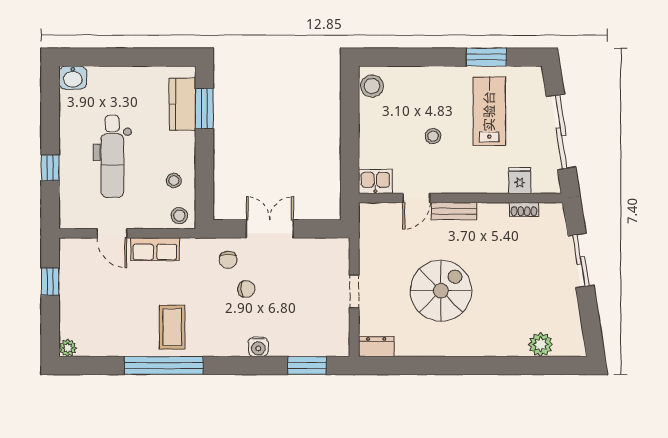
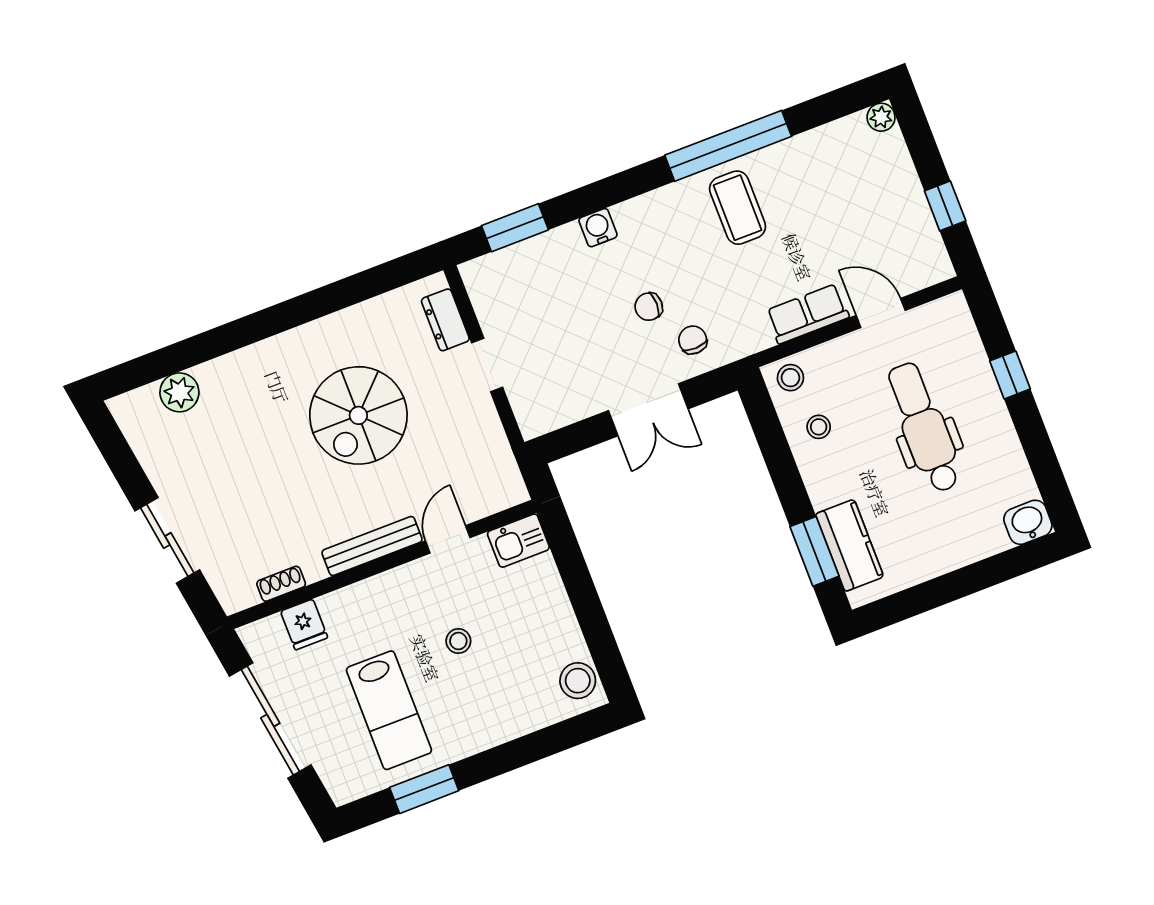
bench: (454, 211) -> (372, 546), width x1.36
dresser: (376, 347) -> (445, 320), moved, turned 90

